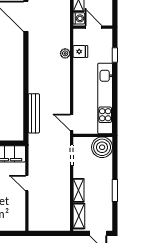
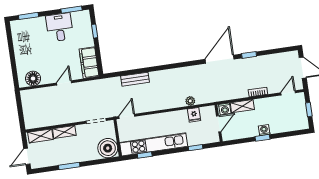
window: (115, 110) -> (145, 155), added
bench: (34, 113) -> (135, 79), width x0.73
floor lamp: (17, 215) -> (33, 78), added

